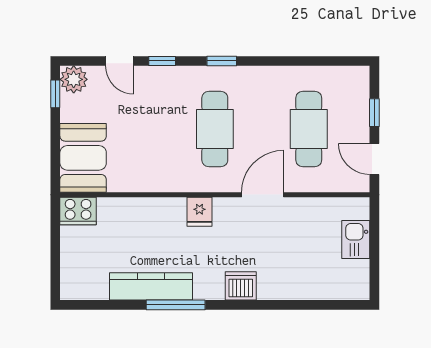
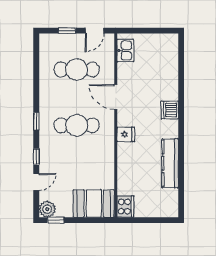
kitchen sink: (356, 239) -> (125, 51), moved, turned -90
window: (176, 305) -> (181, 149), removed

